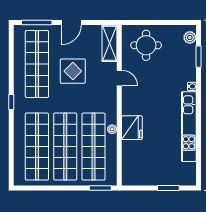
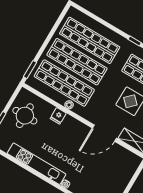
round table: (146, 45) -> (25, 116), moved
door: (119, 78) -> (104, 133), width x1.88
fridge: (132, 128) -> (58, 116), width x0.53, depth x0.75

